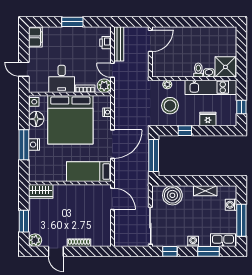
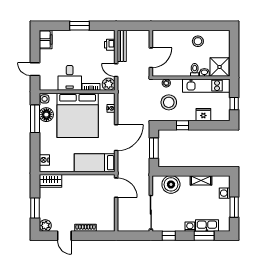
stool: (202, 39) -> (198, 41), added
door: (150, 41) -> (151, 58), moved
window: (24, 145) -> (35, 119), moved
nightstand: (34, 145) -> (44, 160), moved
window: (154, 156) -> (154, 148), width x0.69
window: (241, 220) -> (234, 207), width x0.69
kitchen sink: (223, 240) -> (207, 225), moved

